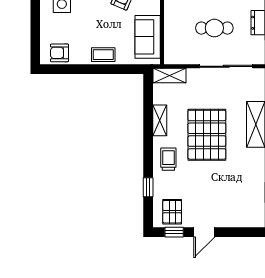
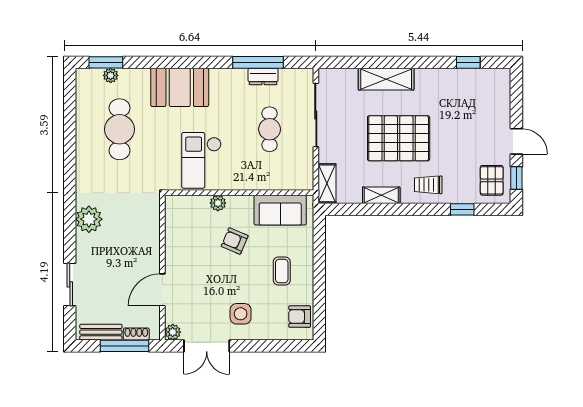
armchair: (60, 53) -> (300, 317), turned 90
coffee table: (103, 55) -> (282, 271), moved
pallet: (172, 212) -> (492, 180), turned 90

